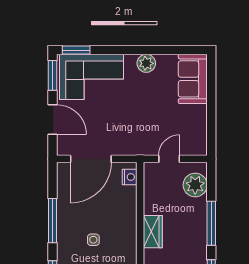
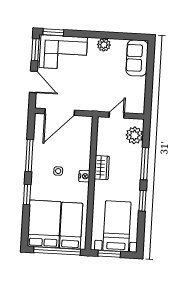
nightstand: (130, 177) -> (84, 176), moved

